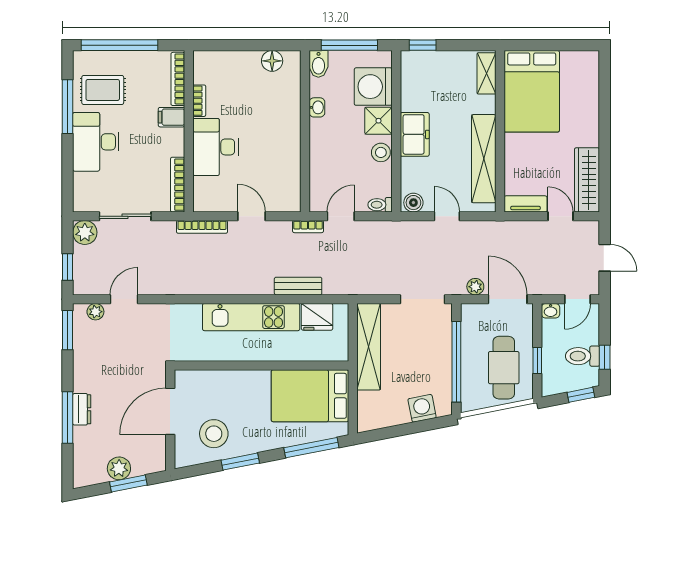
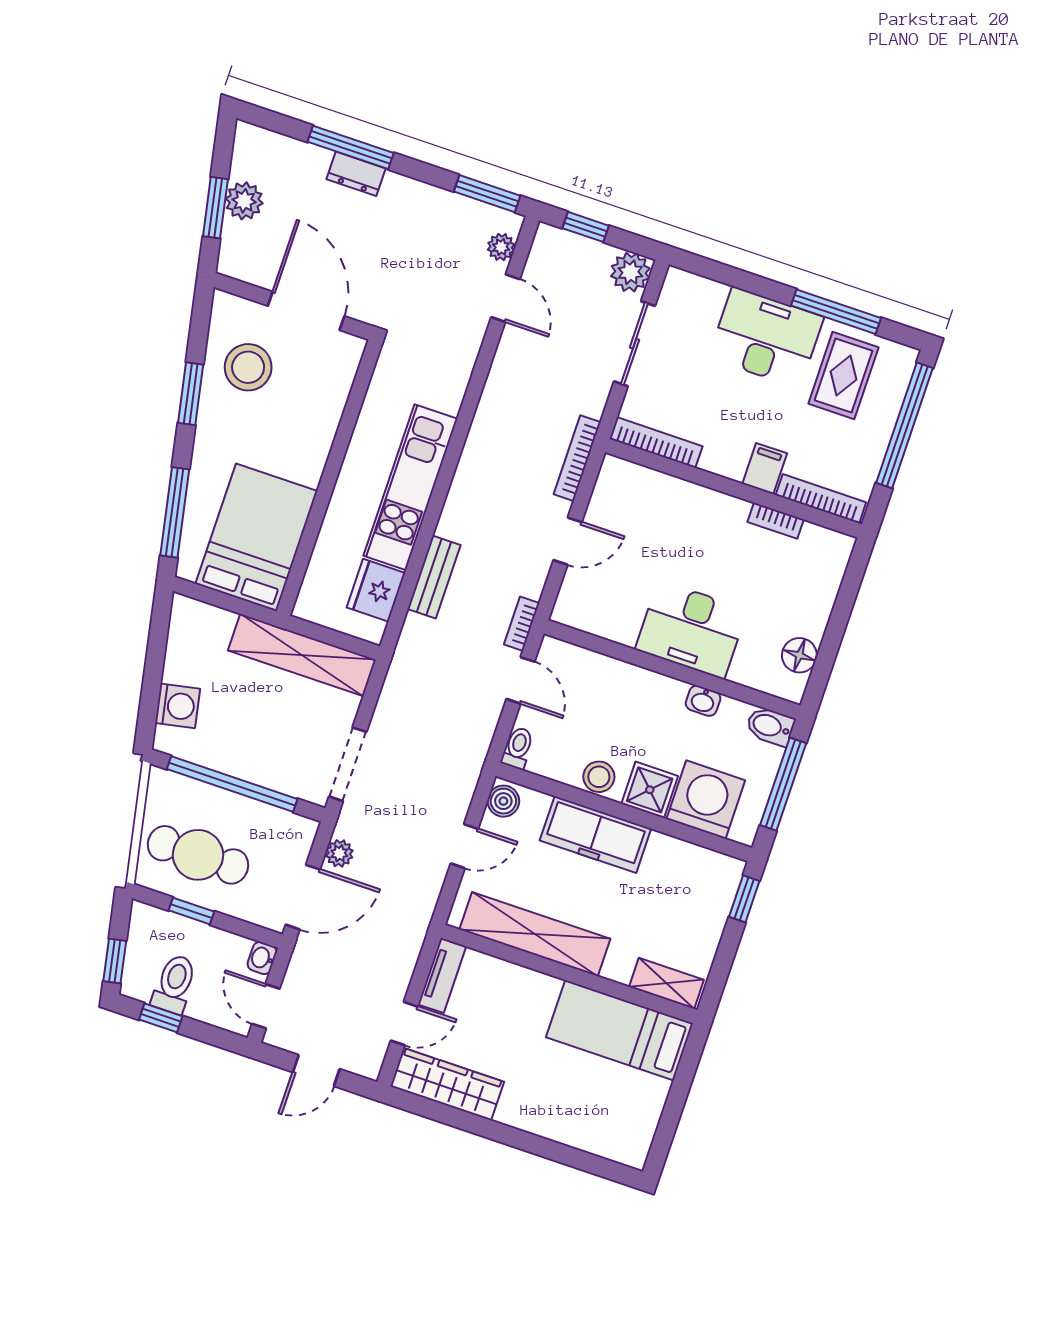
bed: (532, 91) -> (620, 1030), width x0.67
freezer: (415, 134) -> (595, 834), width x1.40
desk: (216, 147) -> (691, 629), moved, turned 180

